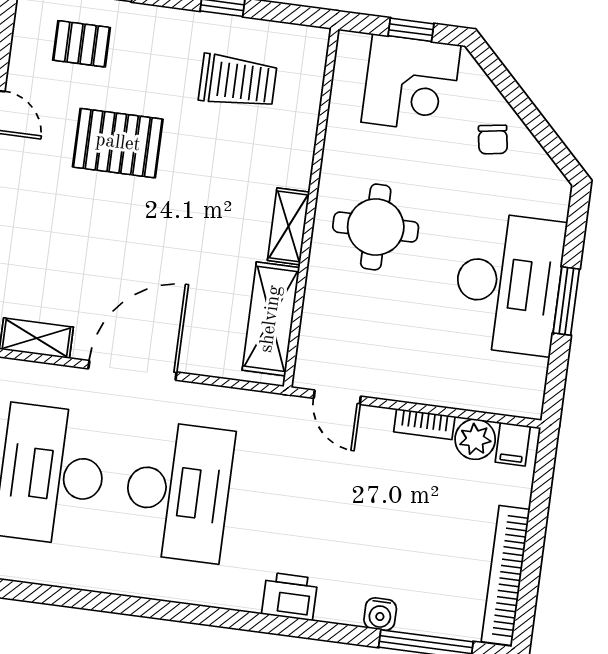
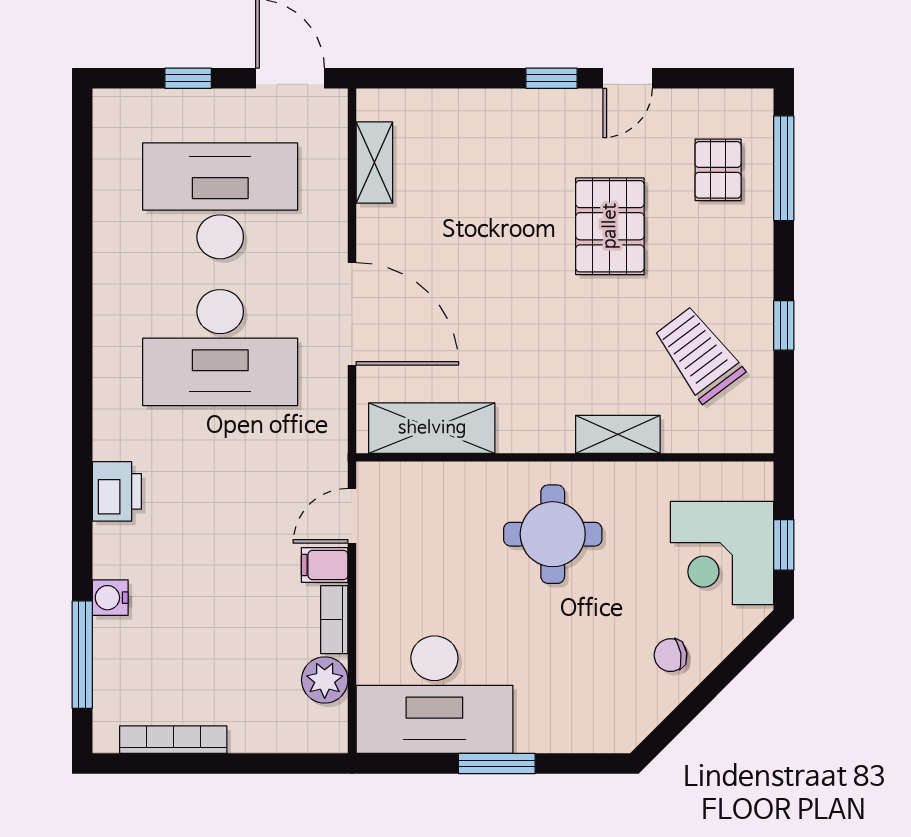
trolley: (238, 81) -> (699, 354), turned 143
shelving: (288, 226) -> (618, 434), moved
desk: (508, 283) -> (434, 695), moved
door: (132, 370) -> (352, 314), moved
filing cabinet: (513, 444) -> (325, 565), moved
bookcase: (506, 575) -> (173, 740), width x0.68, depth x0.76

